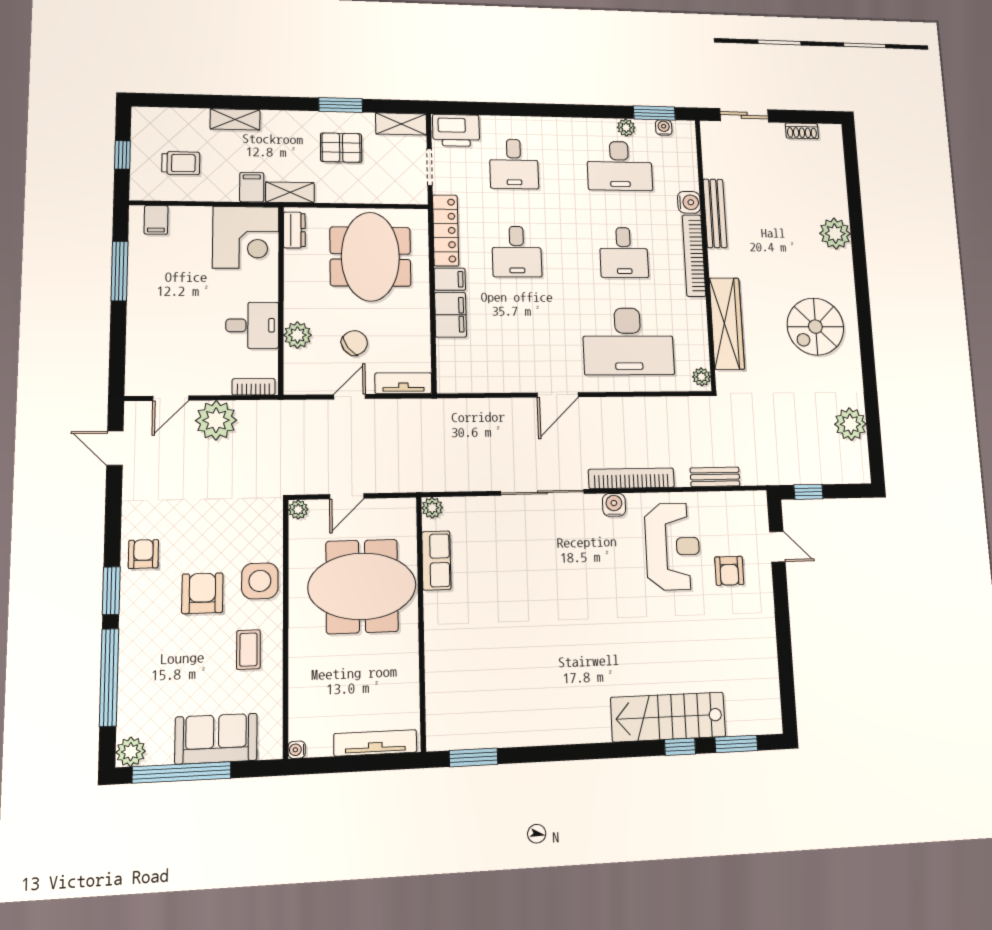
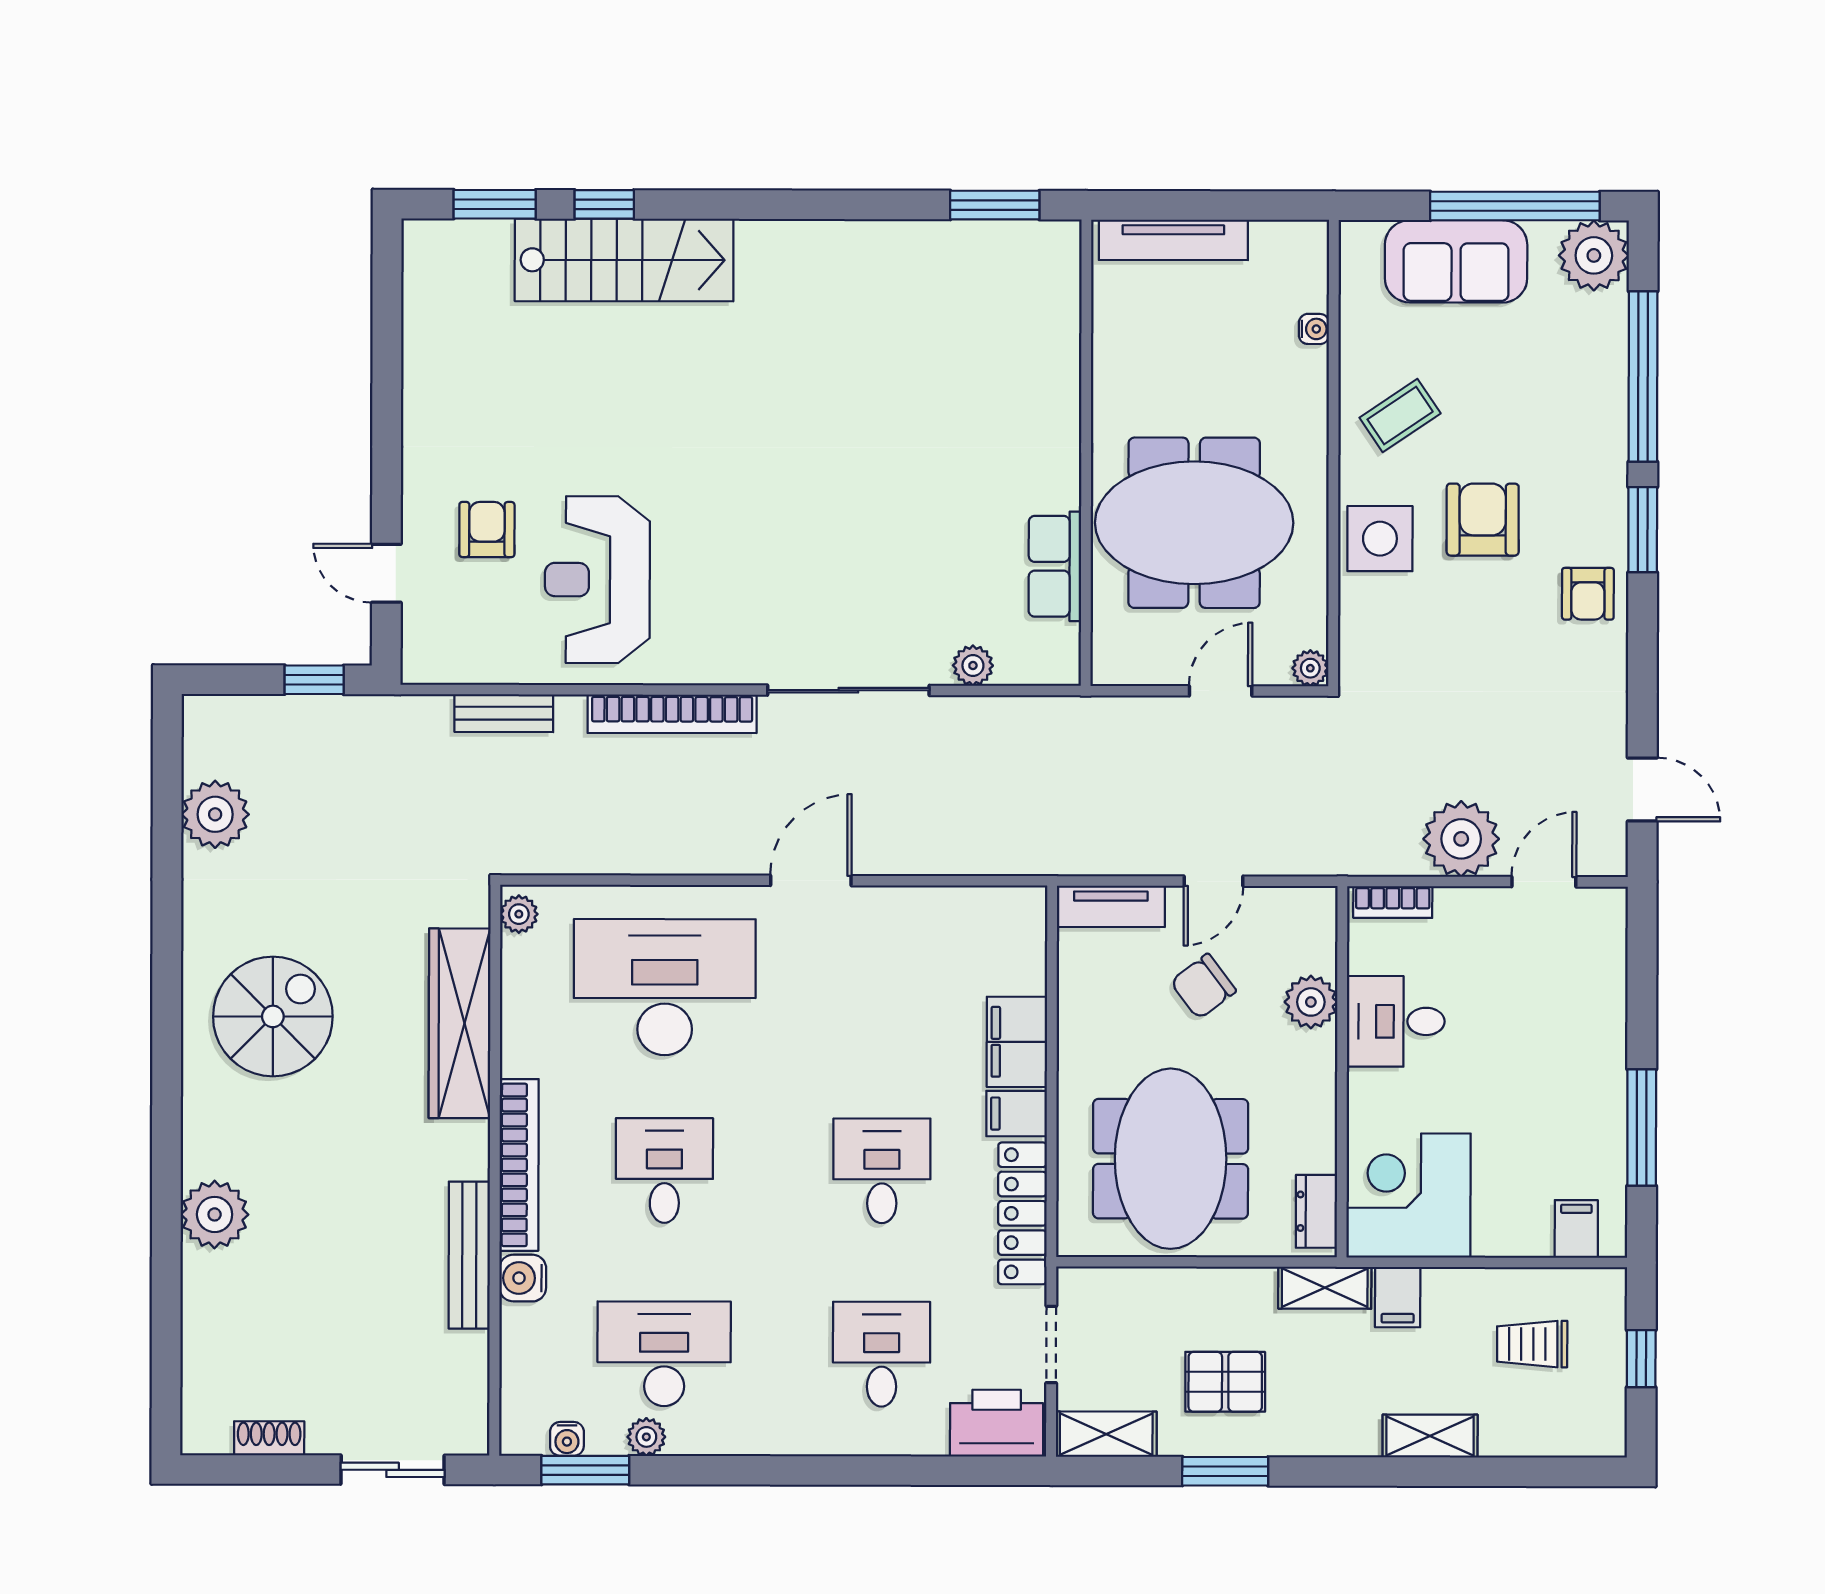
water cooler: (614, 505) -> (709, 663), removed
plant: (432, 508) -> (973, 666), moved
armchair: (202, 593) -> (1483, 520), turned 180
coffee table: (248, 650) -> (1400, 416), turned 56
water cooler: (297, 750) -> (1314, 329), moved
plant: (131, 752) -> (1594, 255), width x1.36, depth x1.36

